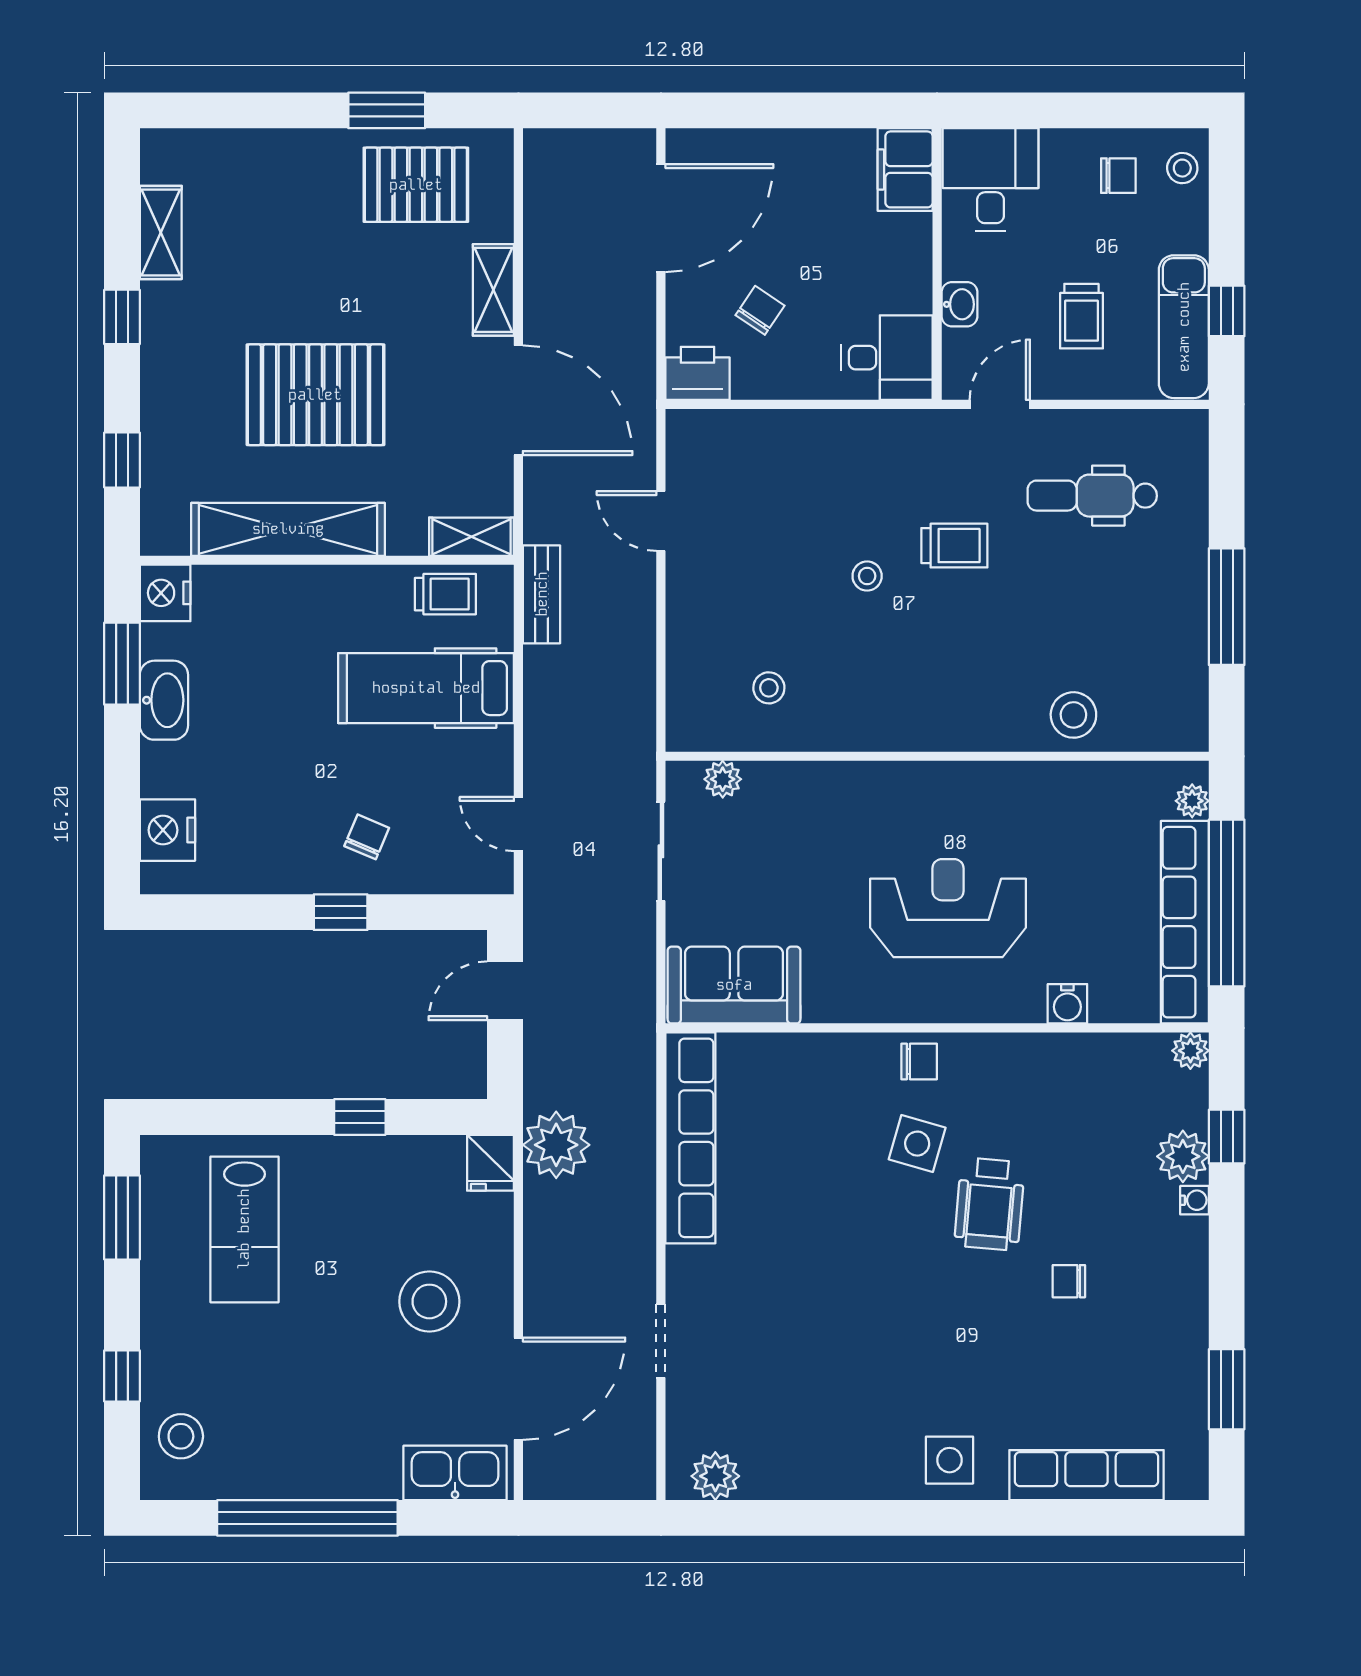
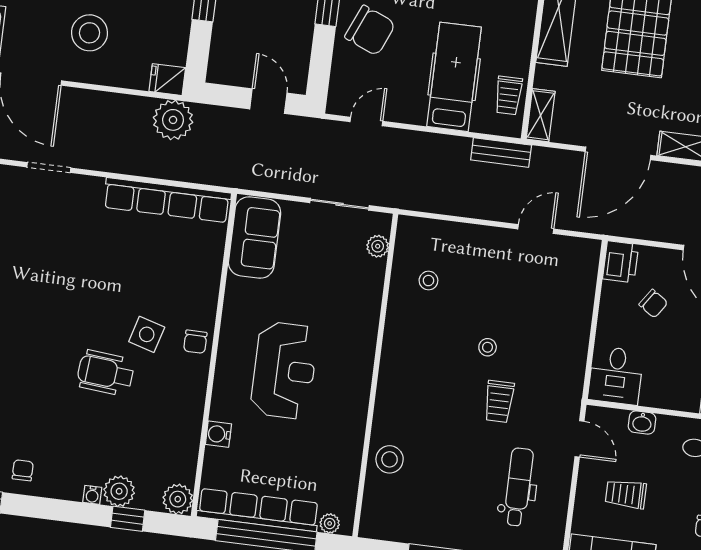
chair: (367, 837) -> (370, 30), width x1.87, depth x1.87
plant: (1190, 1051) -> (178, 499), width x1.38, depth x1.38
chair: (1069, 1281) -> (23, 470), moved

